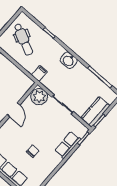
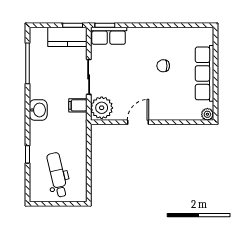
dental chair: (23, 39) -> (57, 175), turned -39
filing cabinet: (39, 73) -> (78, 105), moved
row of seats: (68, 145) -> (109, 36), moved

